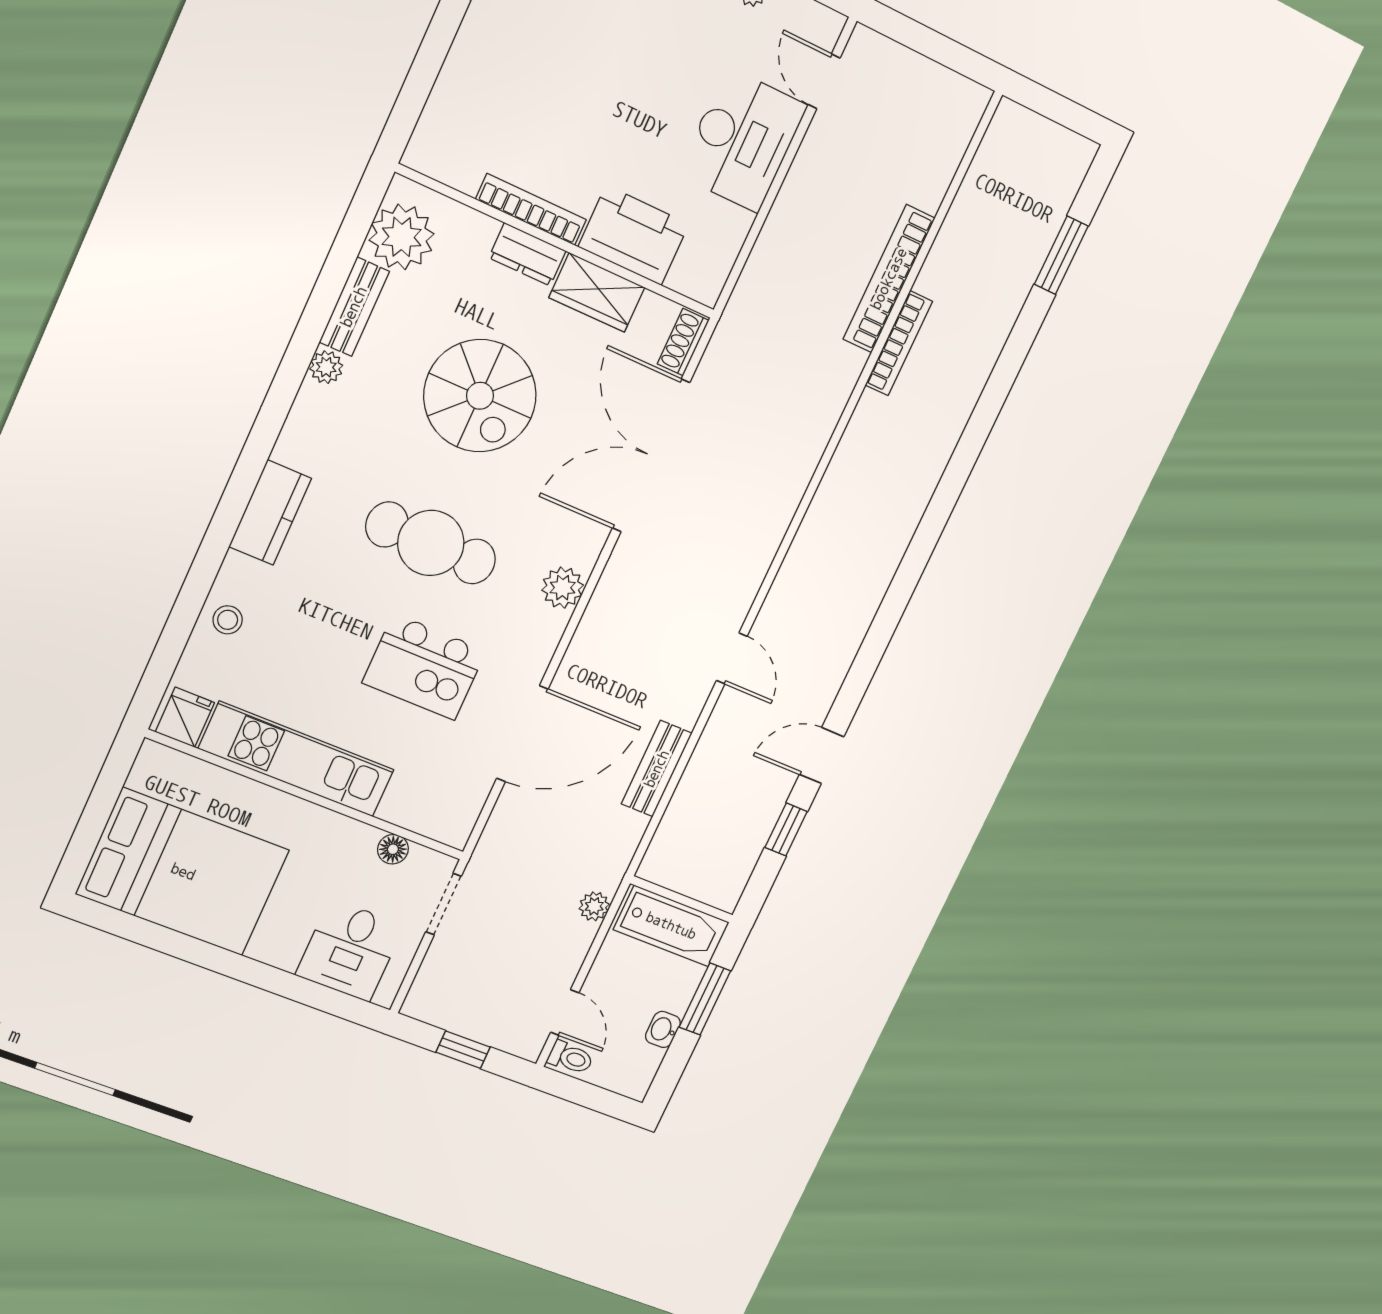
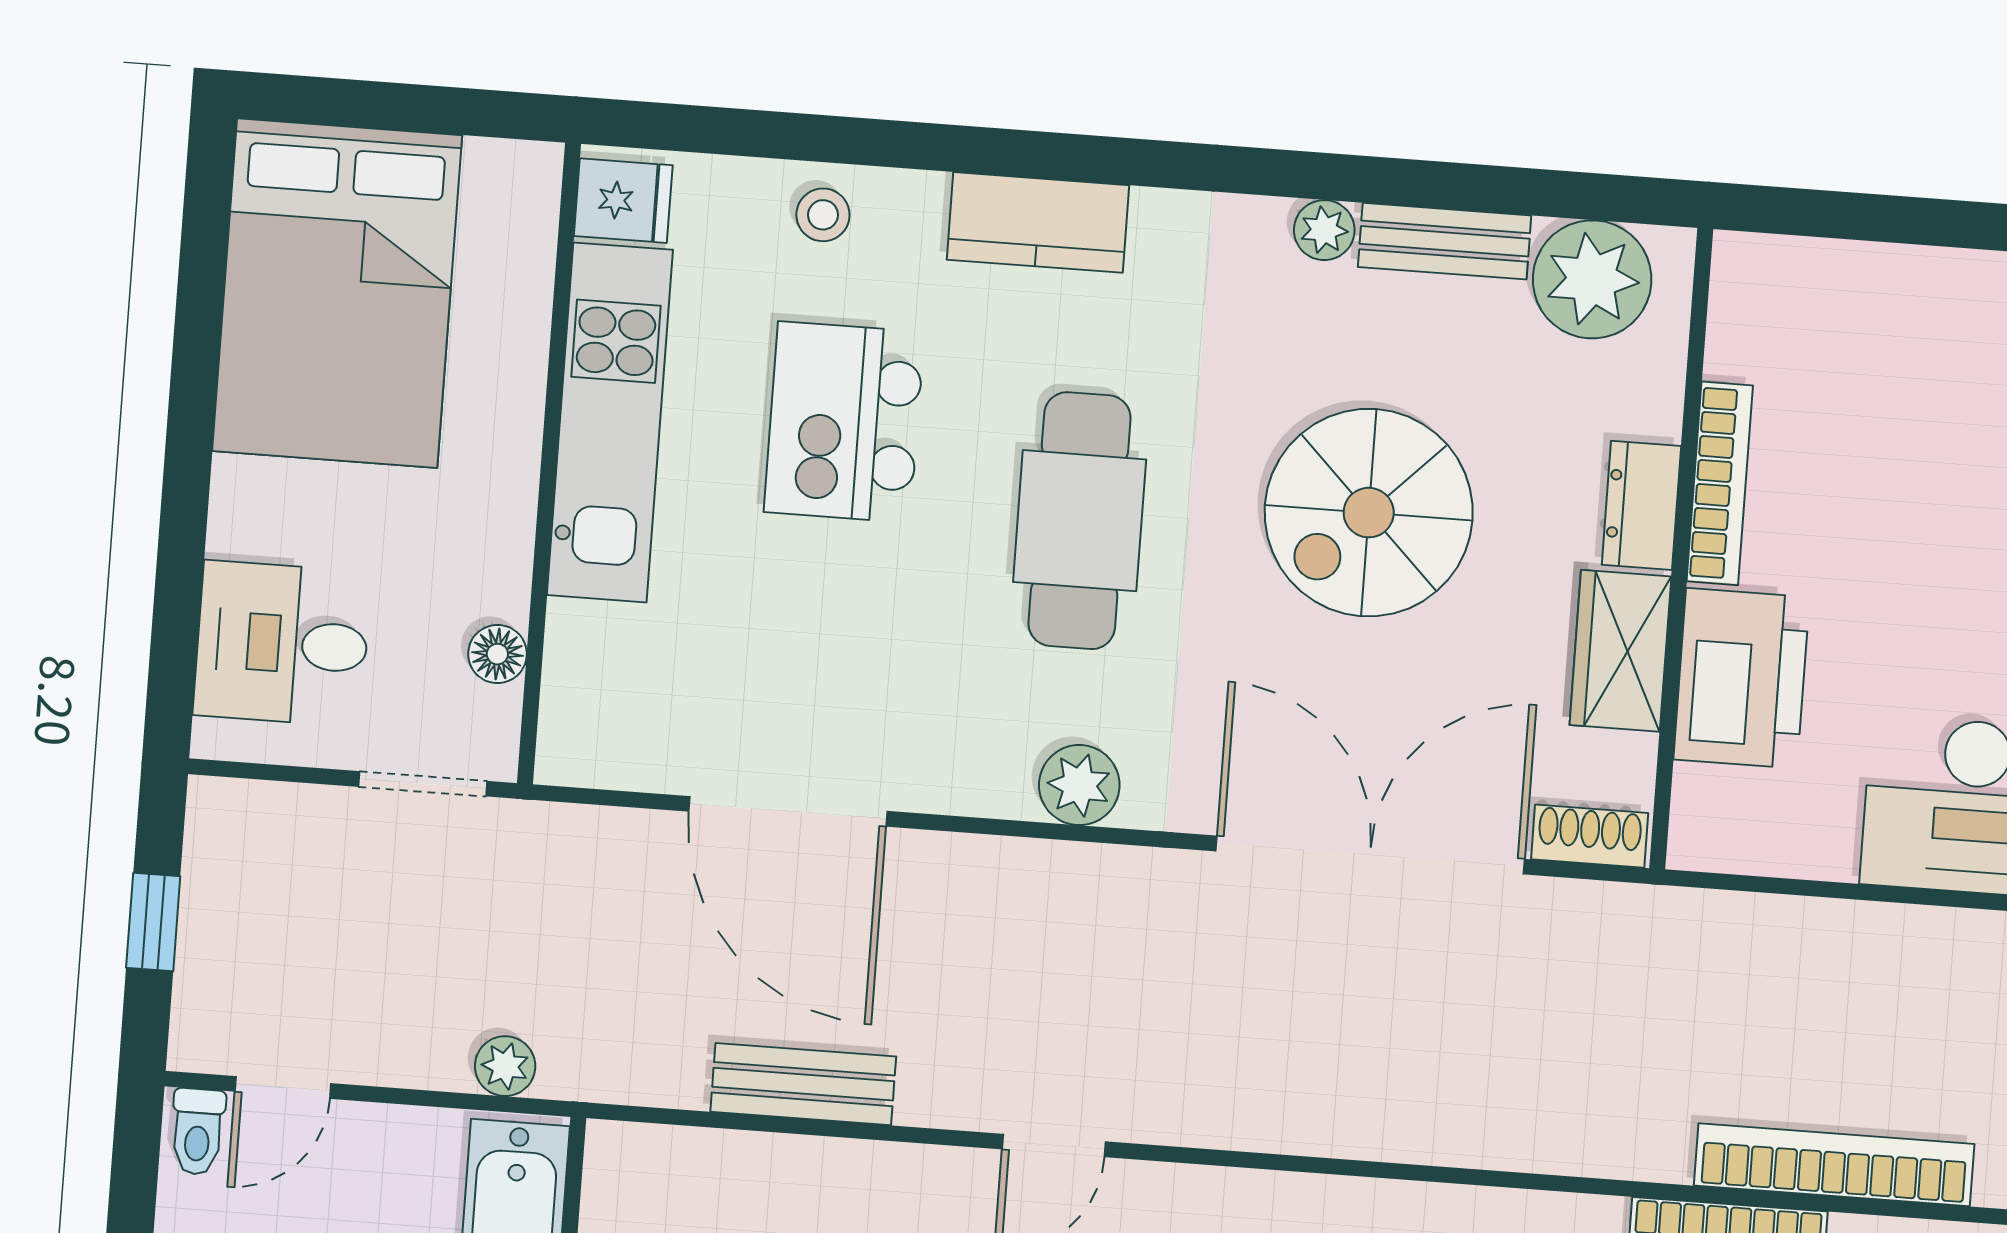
kitchen island: (424, 667) -> (844, 422), moved

